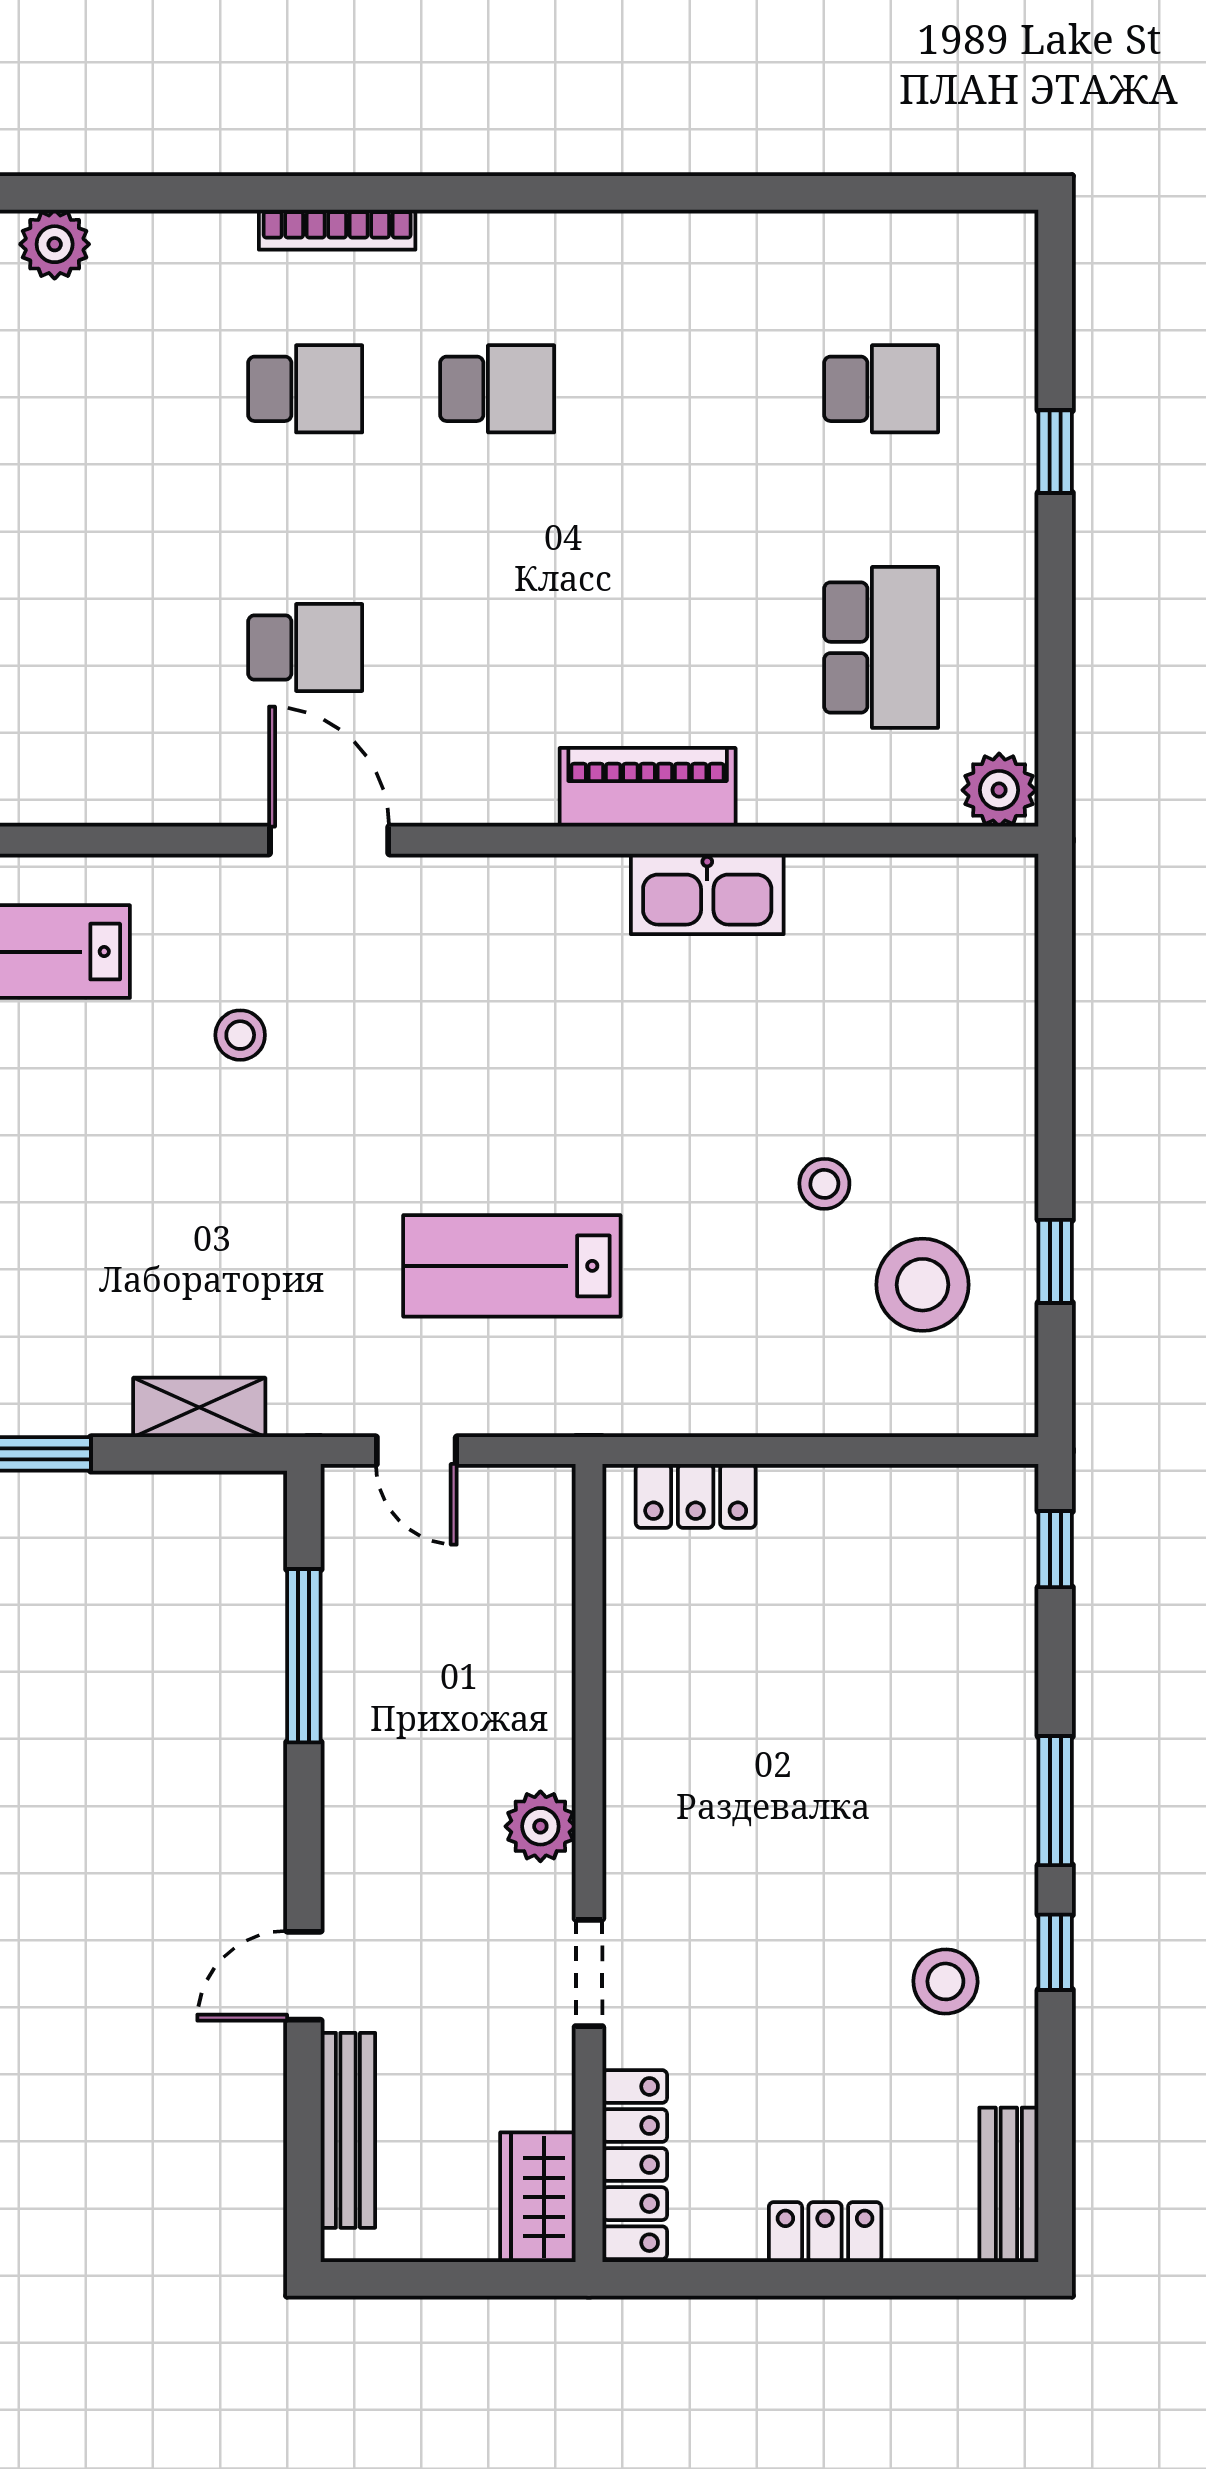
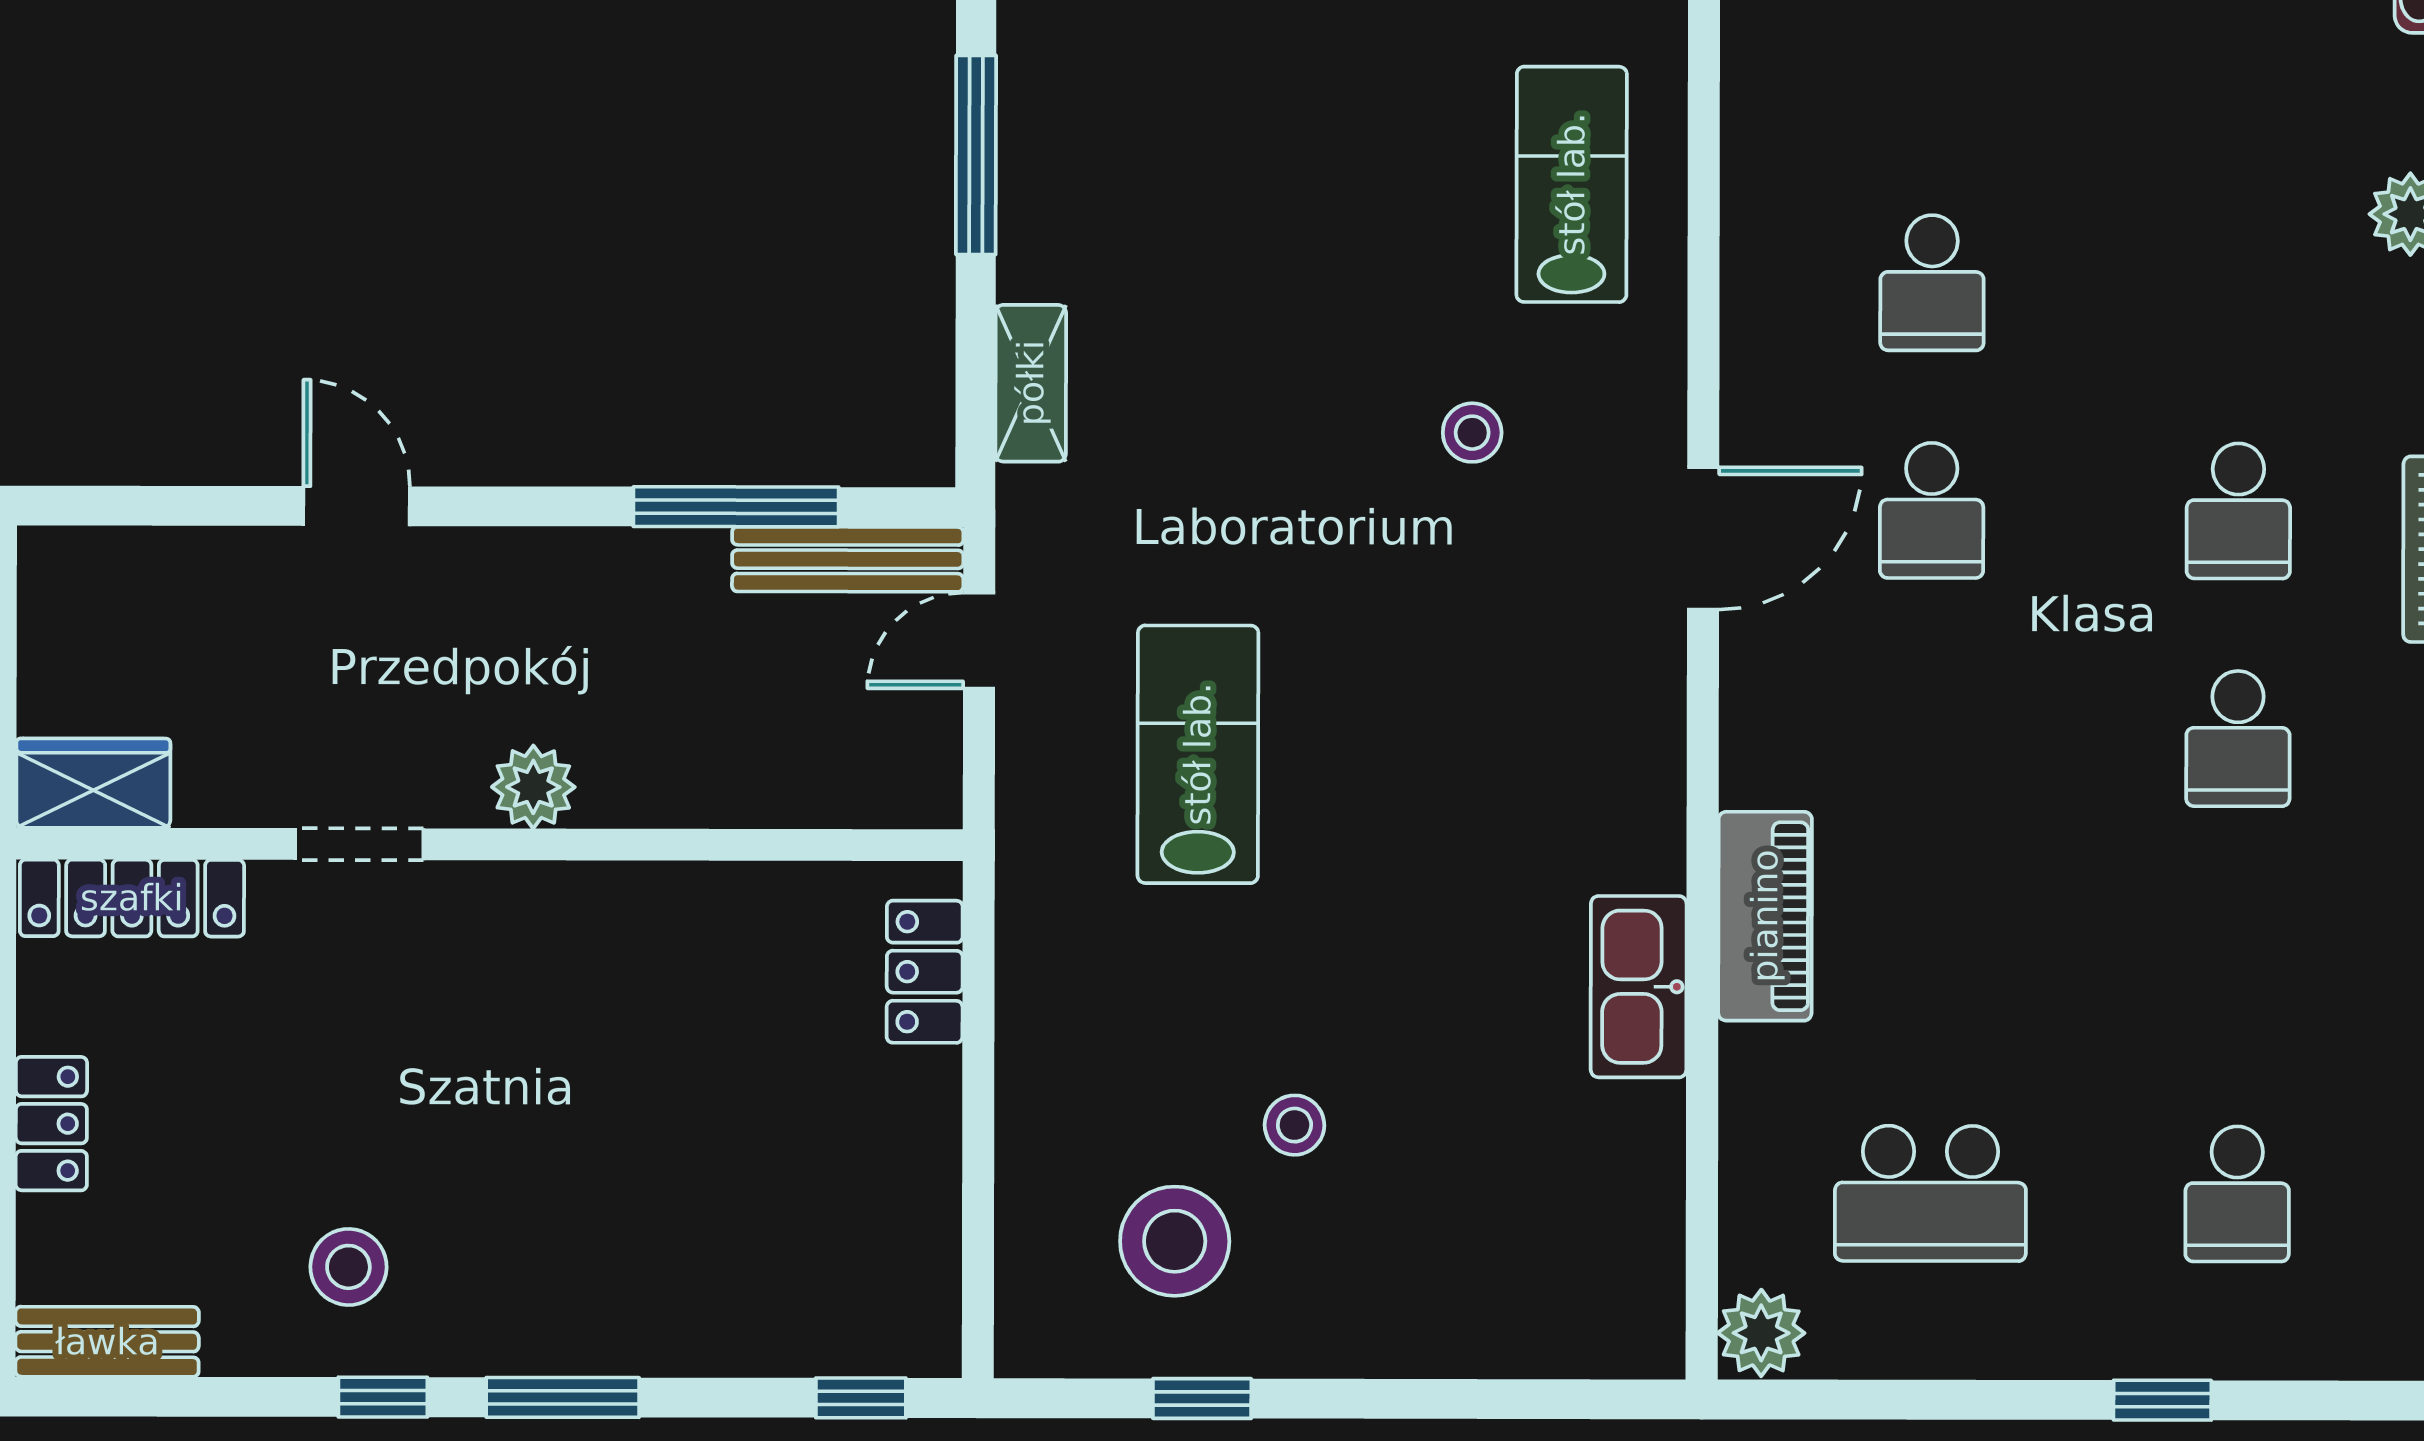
school desk: (113, 647) -> (1932, 283), added
bench: (348, 2130) -> (848, 559), moved

